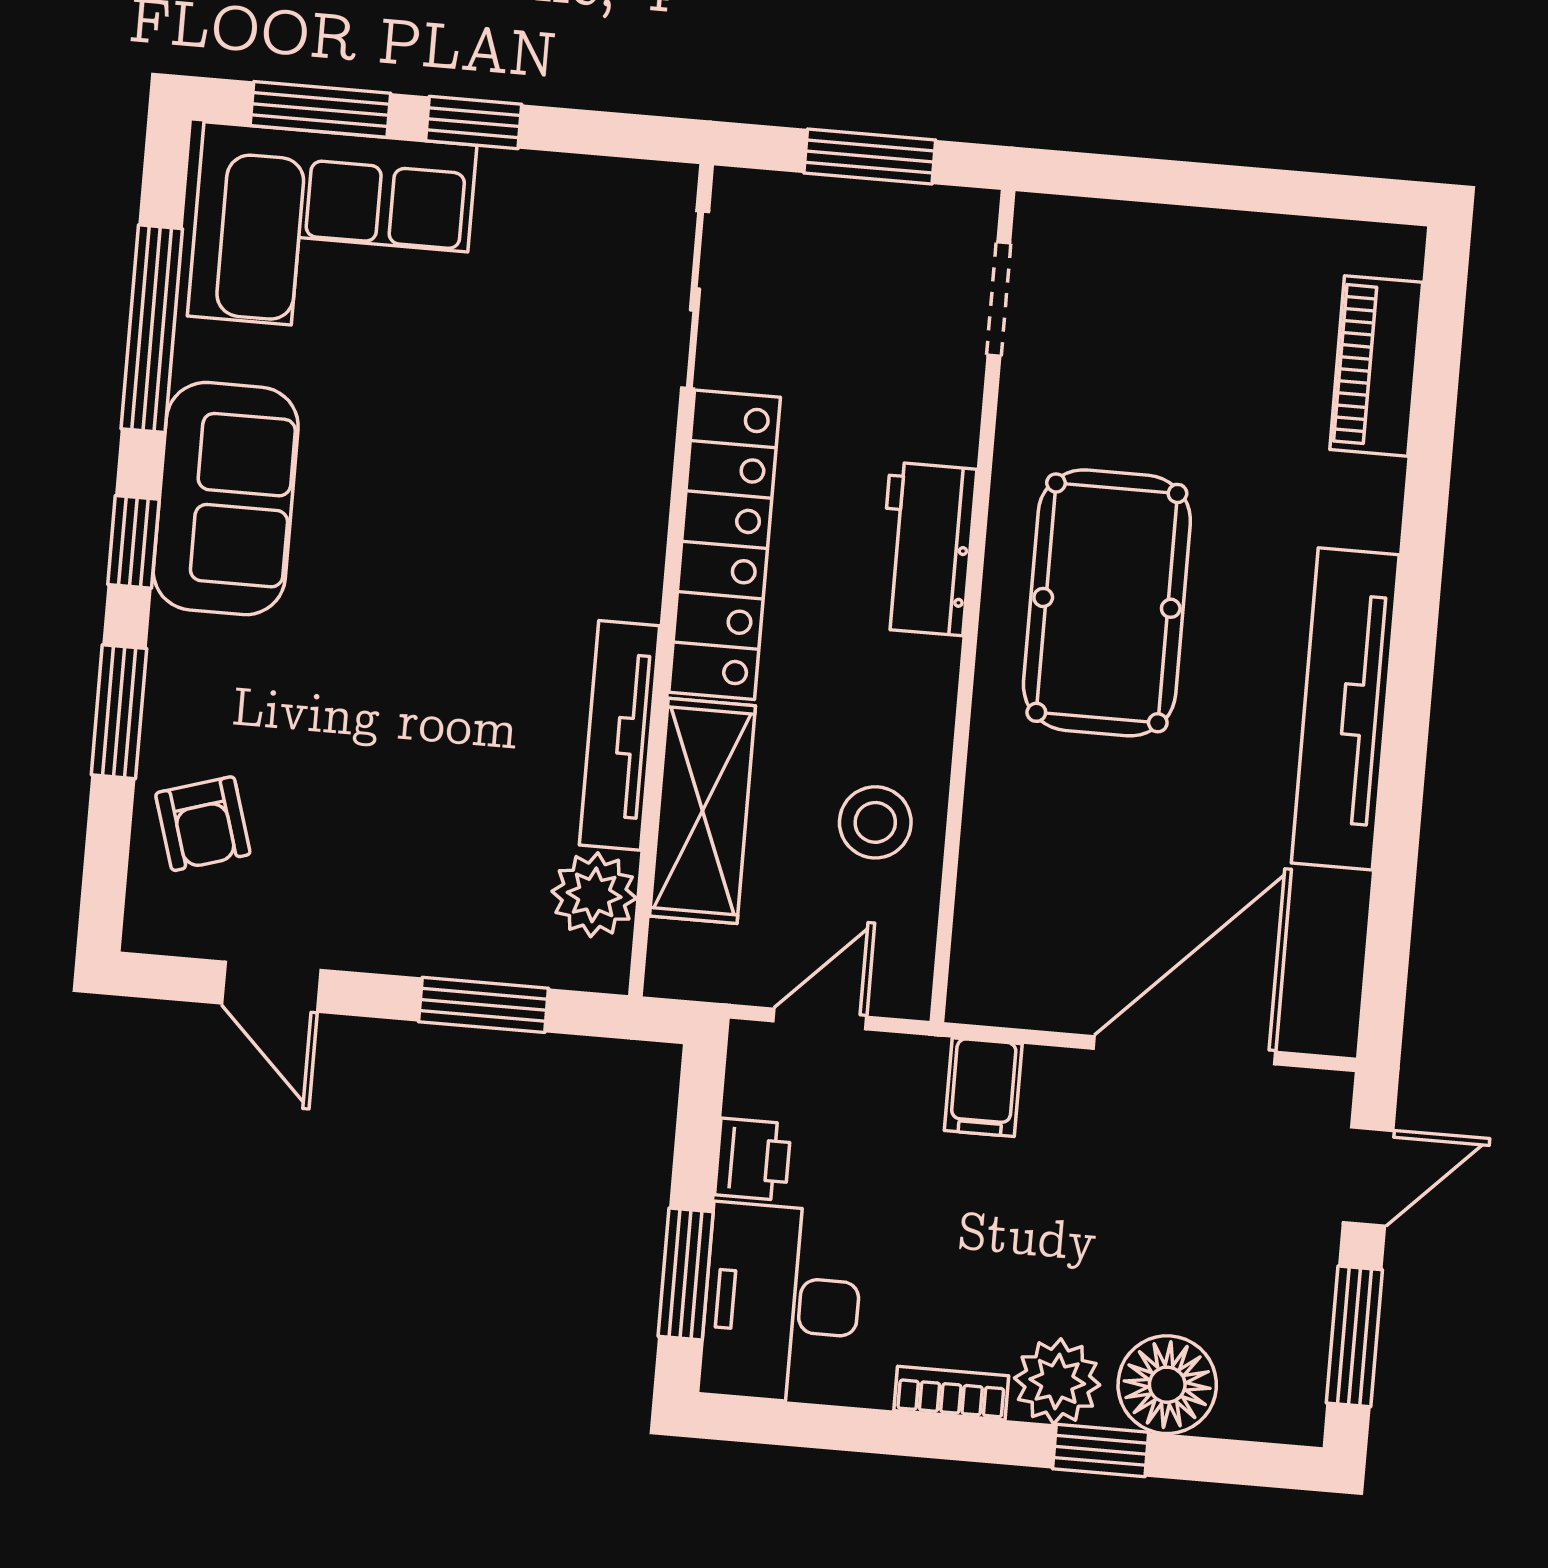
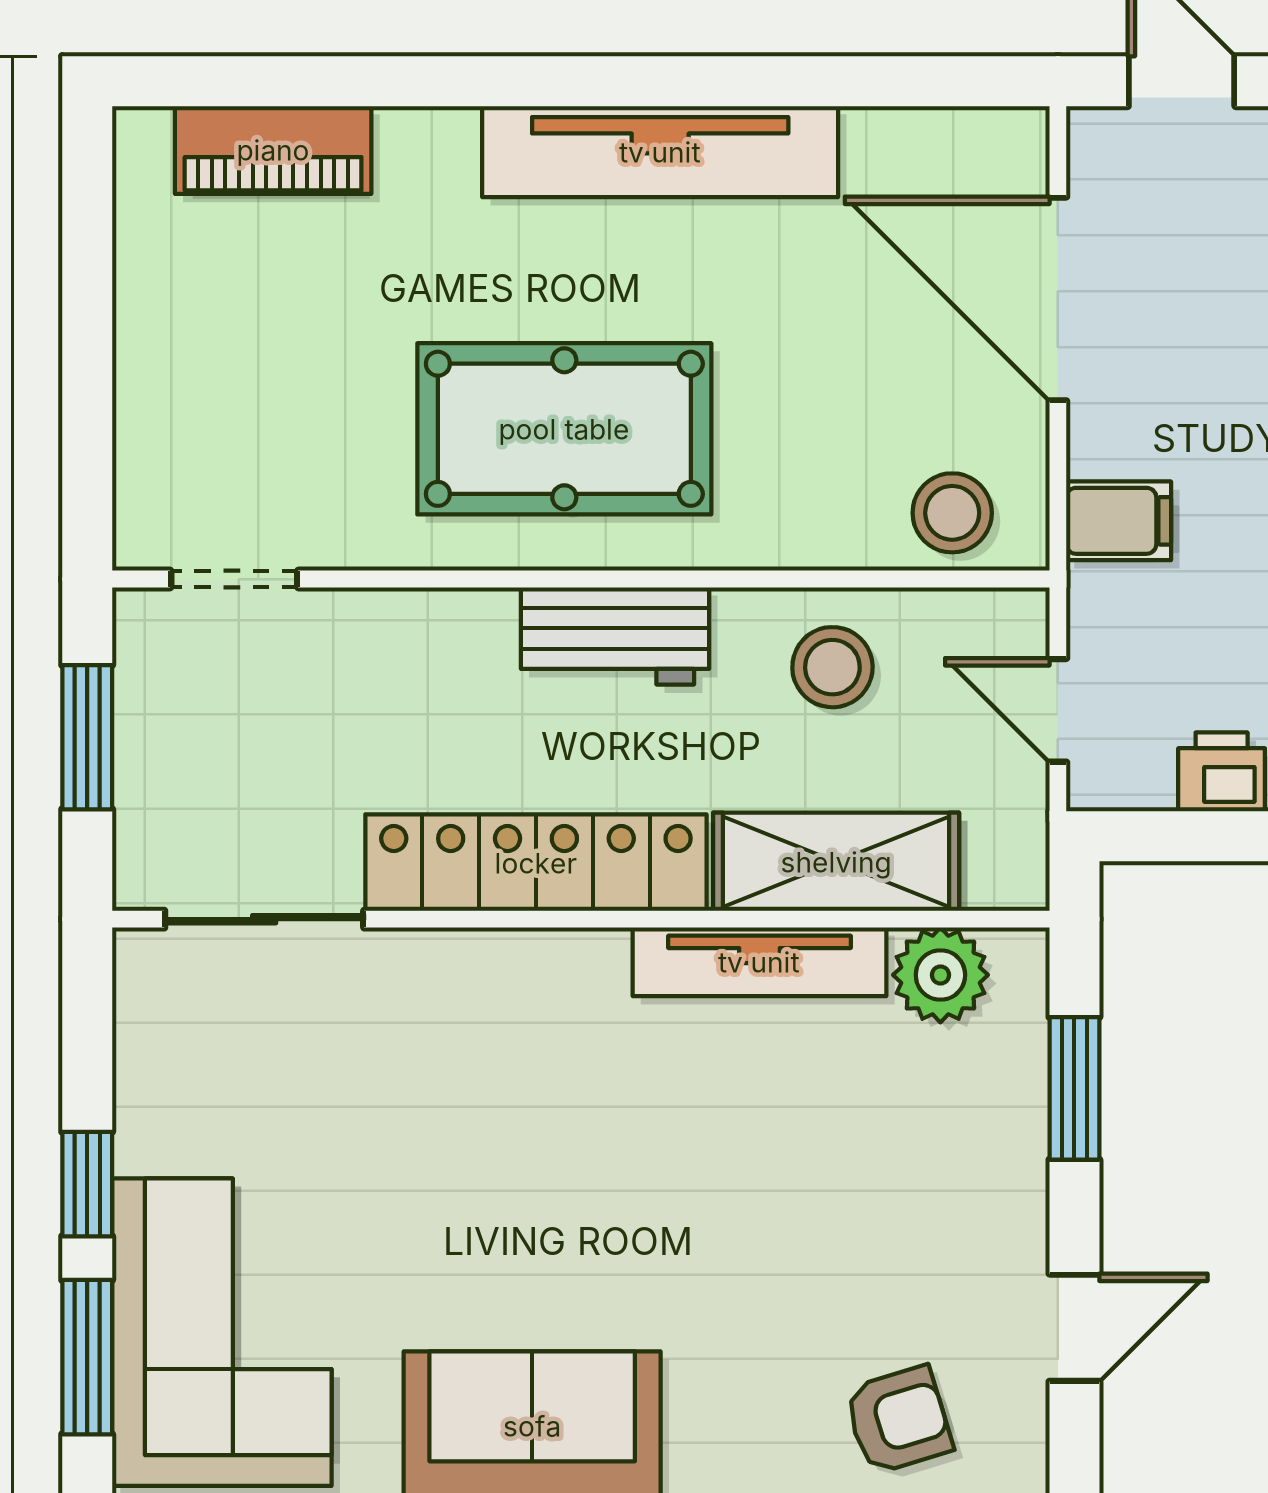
workbench: (927, 549) -> (615, 636), moved
stool: (1003, 940) -> (952, 513), added

